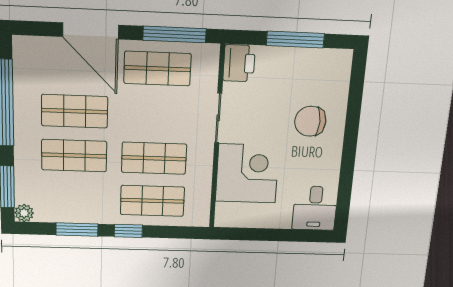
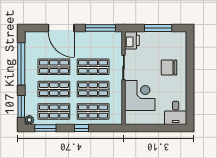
shop shelf: (157, 69) -> (93, 67), moved
shop shelf: (74, 199) -> (54, 111), added
window: (77, 230) -> (45, 128), moved

